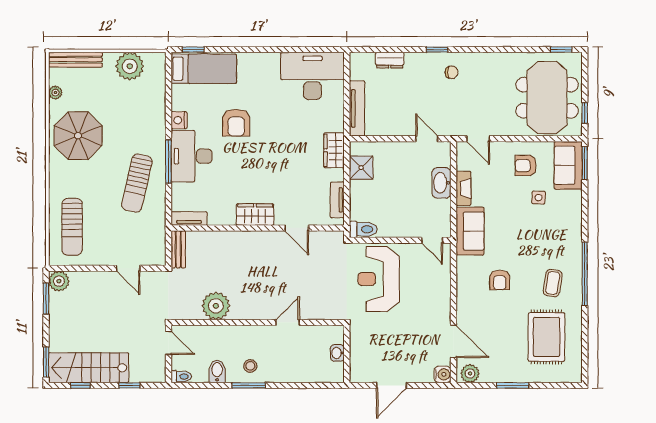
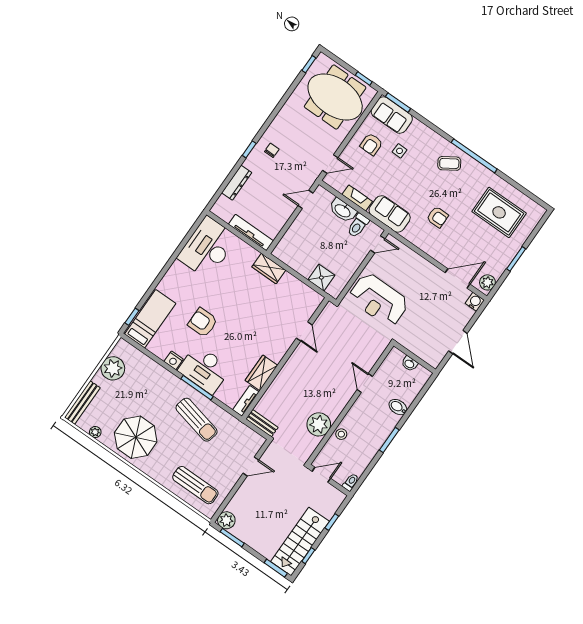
dresser: (390, 60) -> (237, 183), width x1.44
armchair: (236, 123) -> (203, 322), turned 180
shower: (361, 168) -> (321, 278), moved
tv unit: (337, 200) -> (304, 290), removed
wardrobe: (255, 215) -> (261, 373), moved
door: (297, 228) -> (304, 331), hinge flipped
toilet: (363, 229) -> (358, 225), moved, turned 180
coffee table: (553, 283) -> (449, 163), moved, turned -42
stool: (250, 366) -> (341, 434), moved
bidet: (217, 371) -> (398, 407), moved

